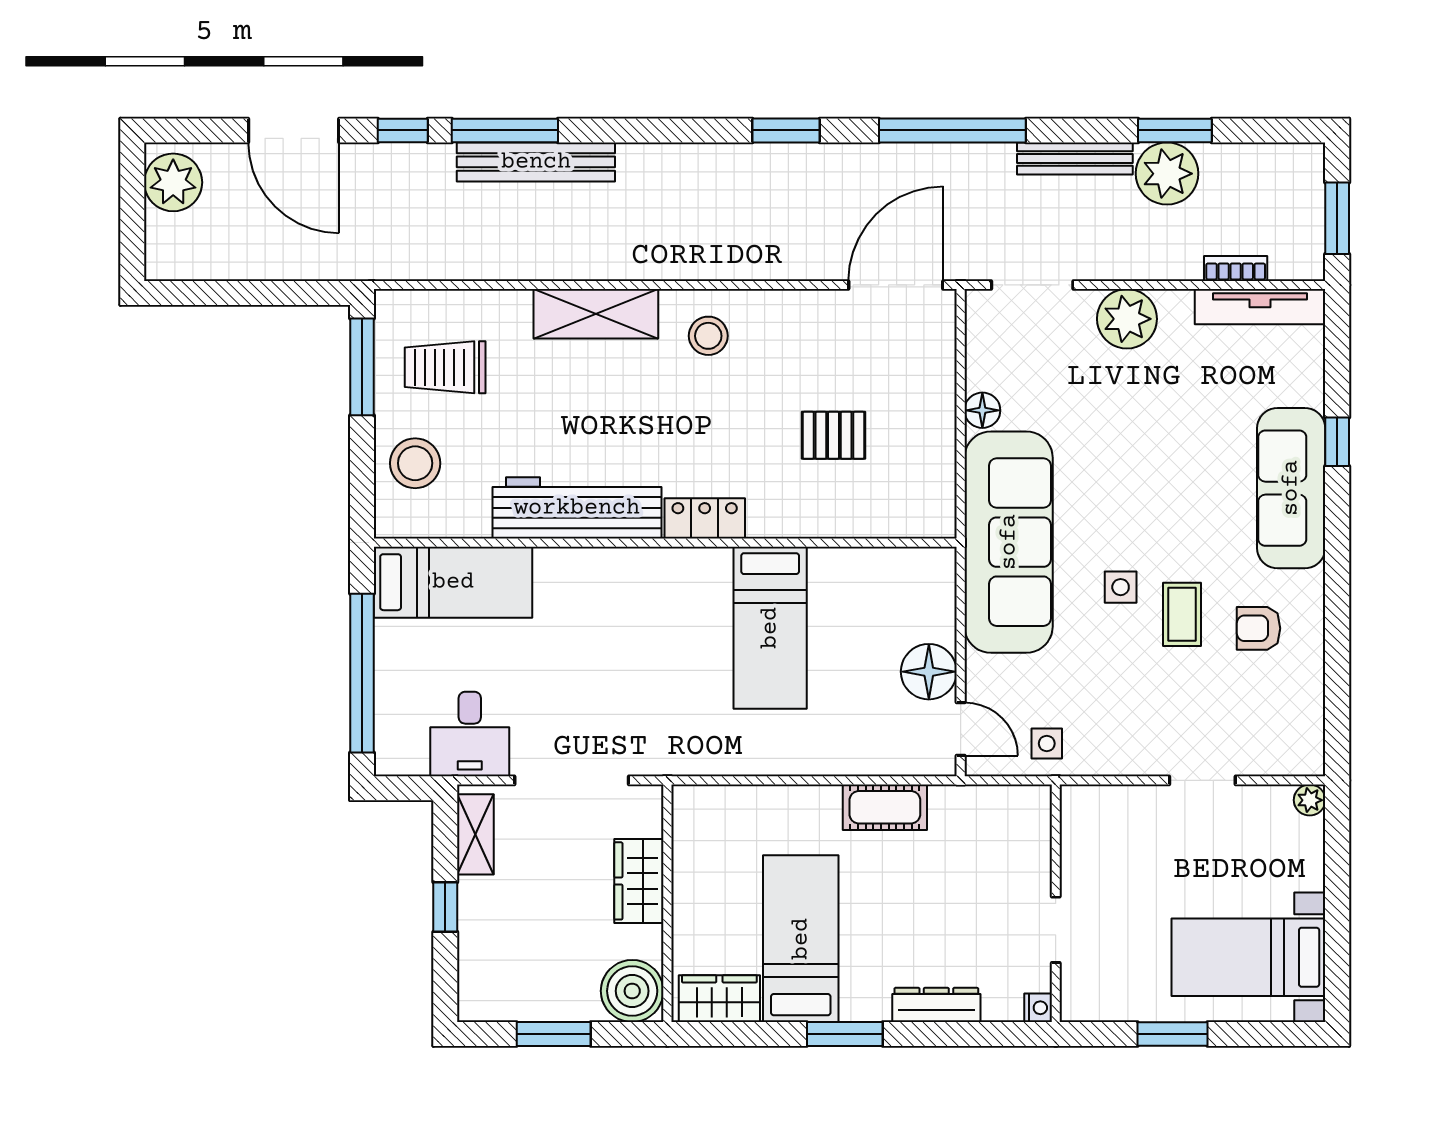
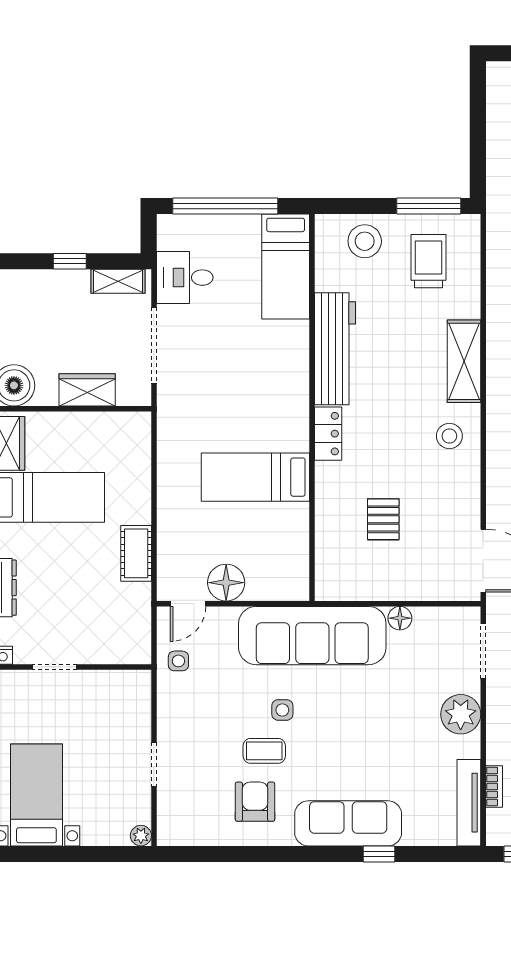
armchair: (1259, 628) -> (255, 802), width x1.38, depth x1.38

